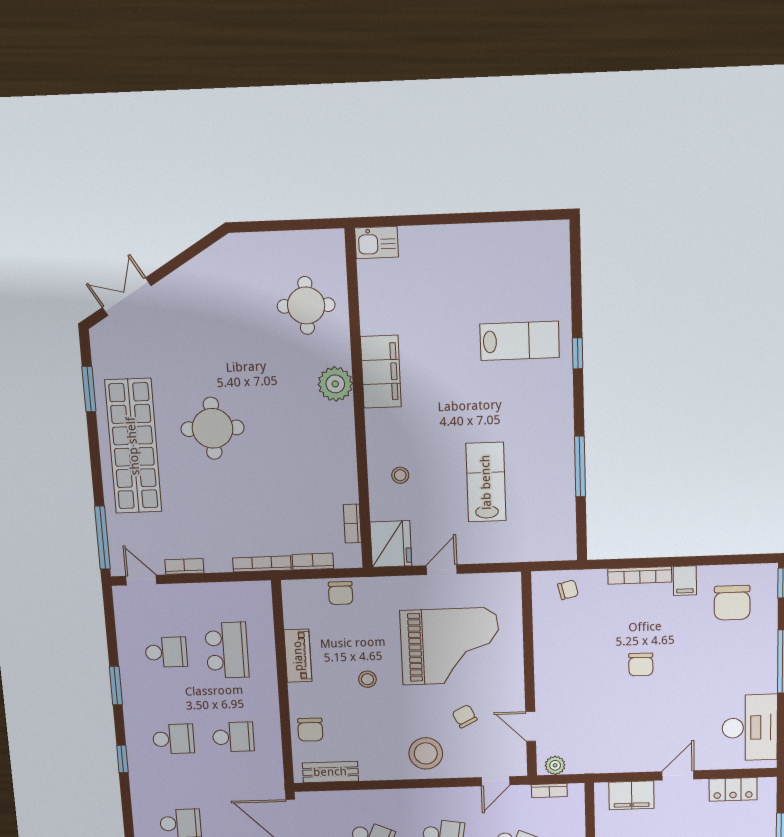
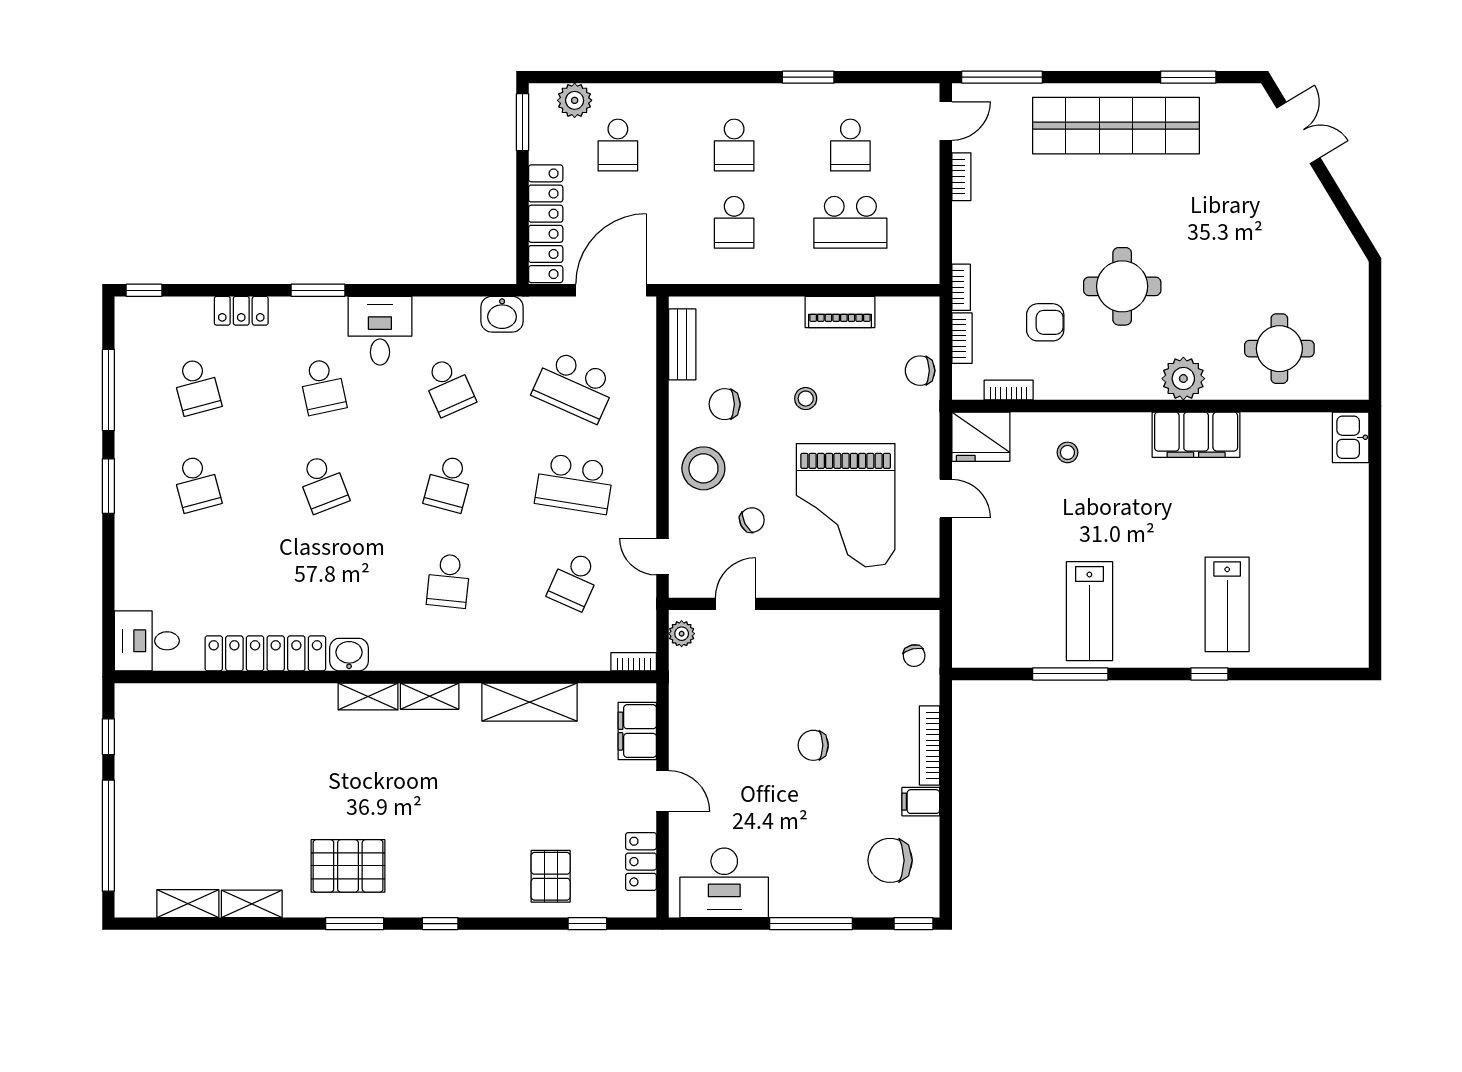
round table: (213, 428) -> (1122, 286), moved
lab bench: (486, 482) -> (1089, 611), moved, turned 90
armchair: (296, 497) -> (1045, 322), added
bookcase: (262, 564) -> (961, 287), width x0.64
chair: (310, 730) -> (725, 404), moved
window: (122, 759) -> (709, 77), removed
bookcase: (549, 791) -> (634, 662), moved, turned 90

